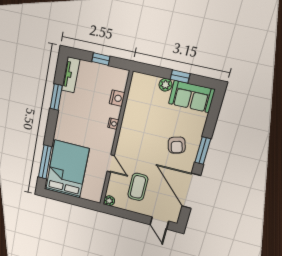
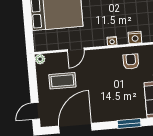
armchair: (177, 145) -> (131, 61), moved, turned 106
window: (203, 151) -> (129, 124), moved

